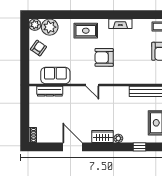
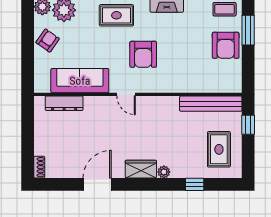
armchair: (104, 57) -> (143, 54), turned -90
sofa: (55, 76) -> (80, 81), width x1.36
door: (72, 147) -> (97, 184), hinge flipped

